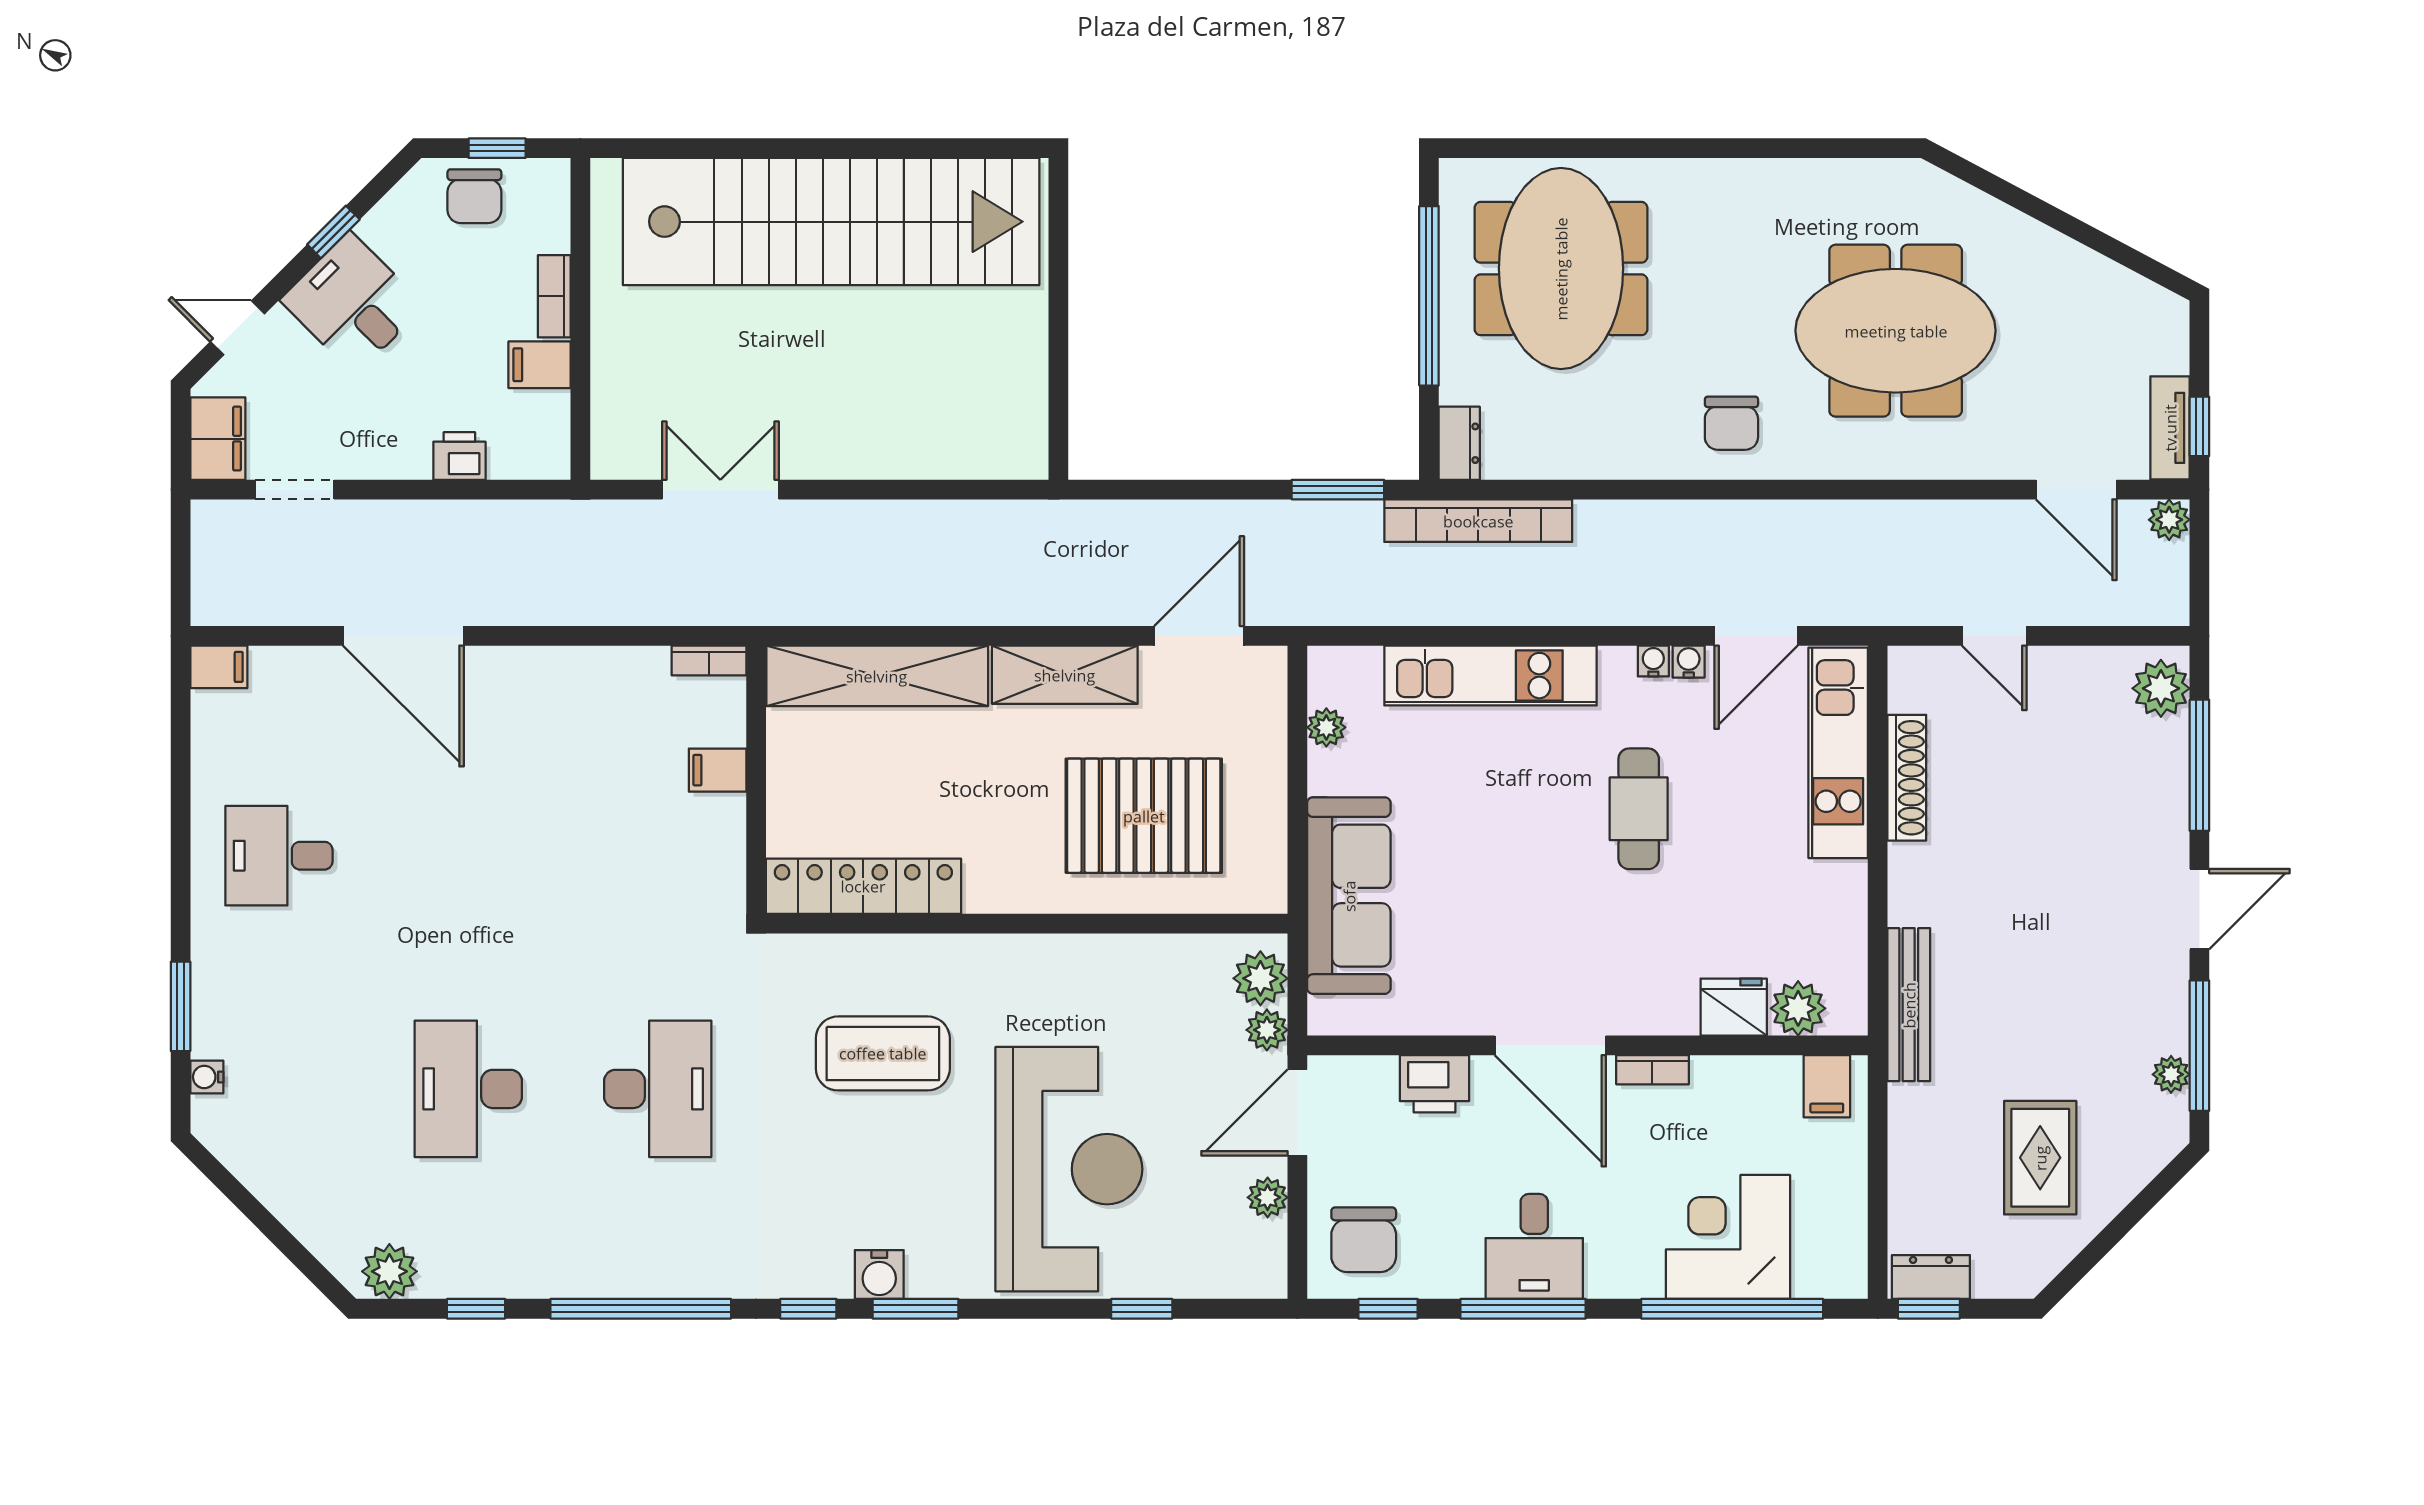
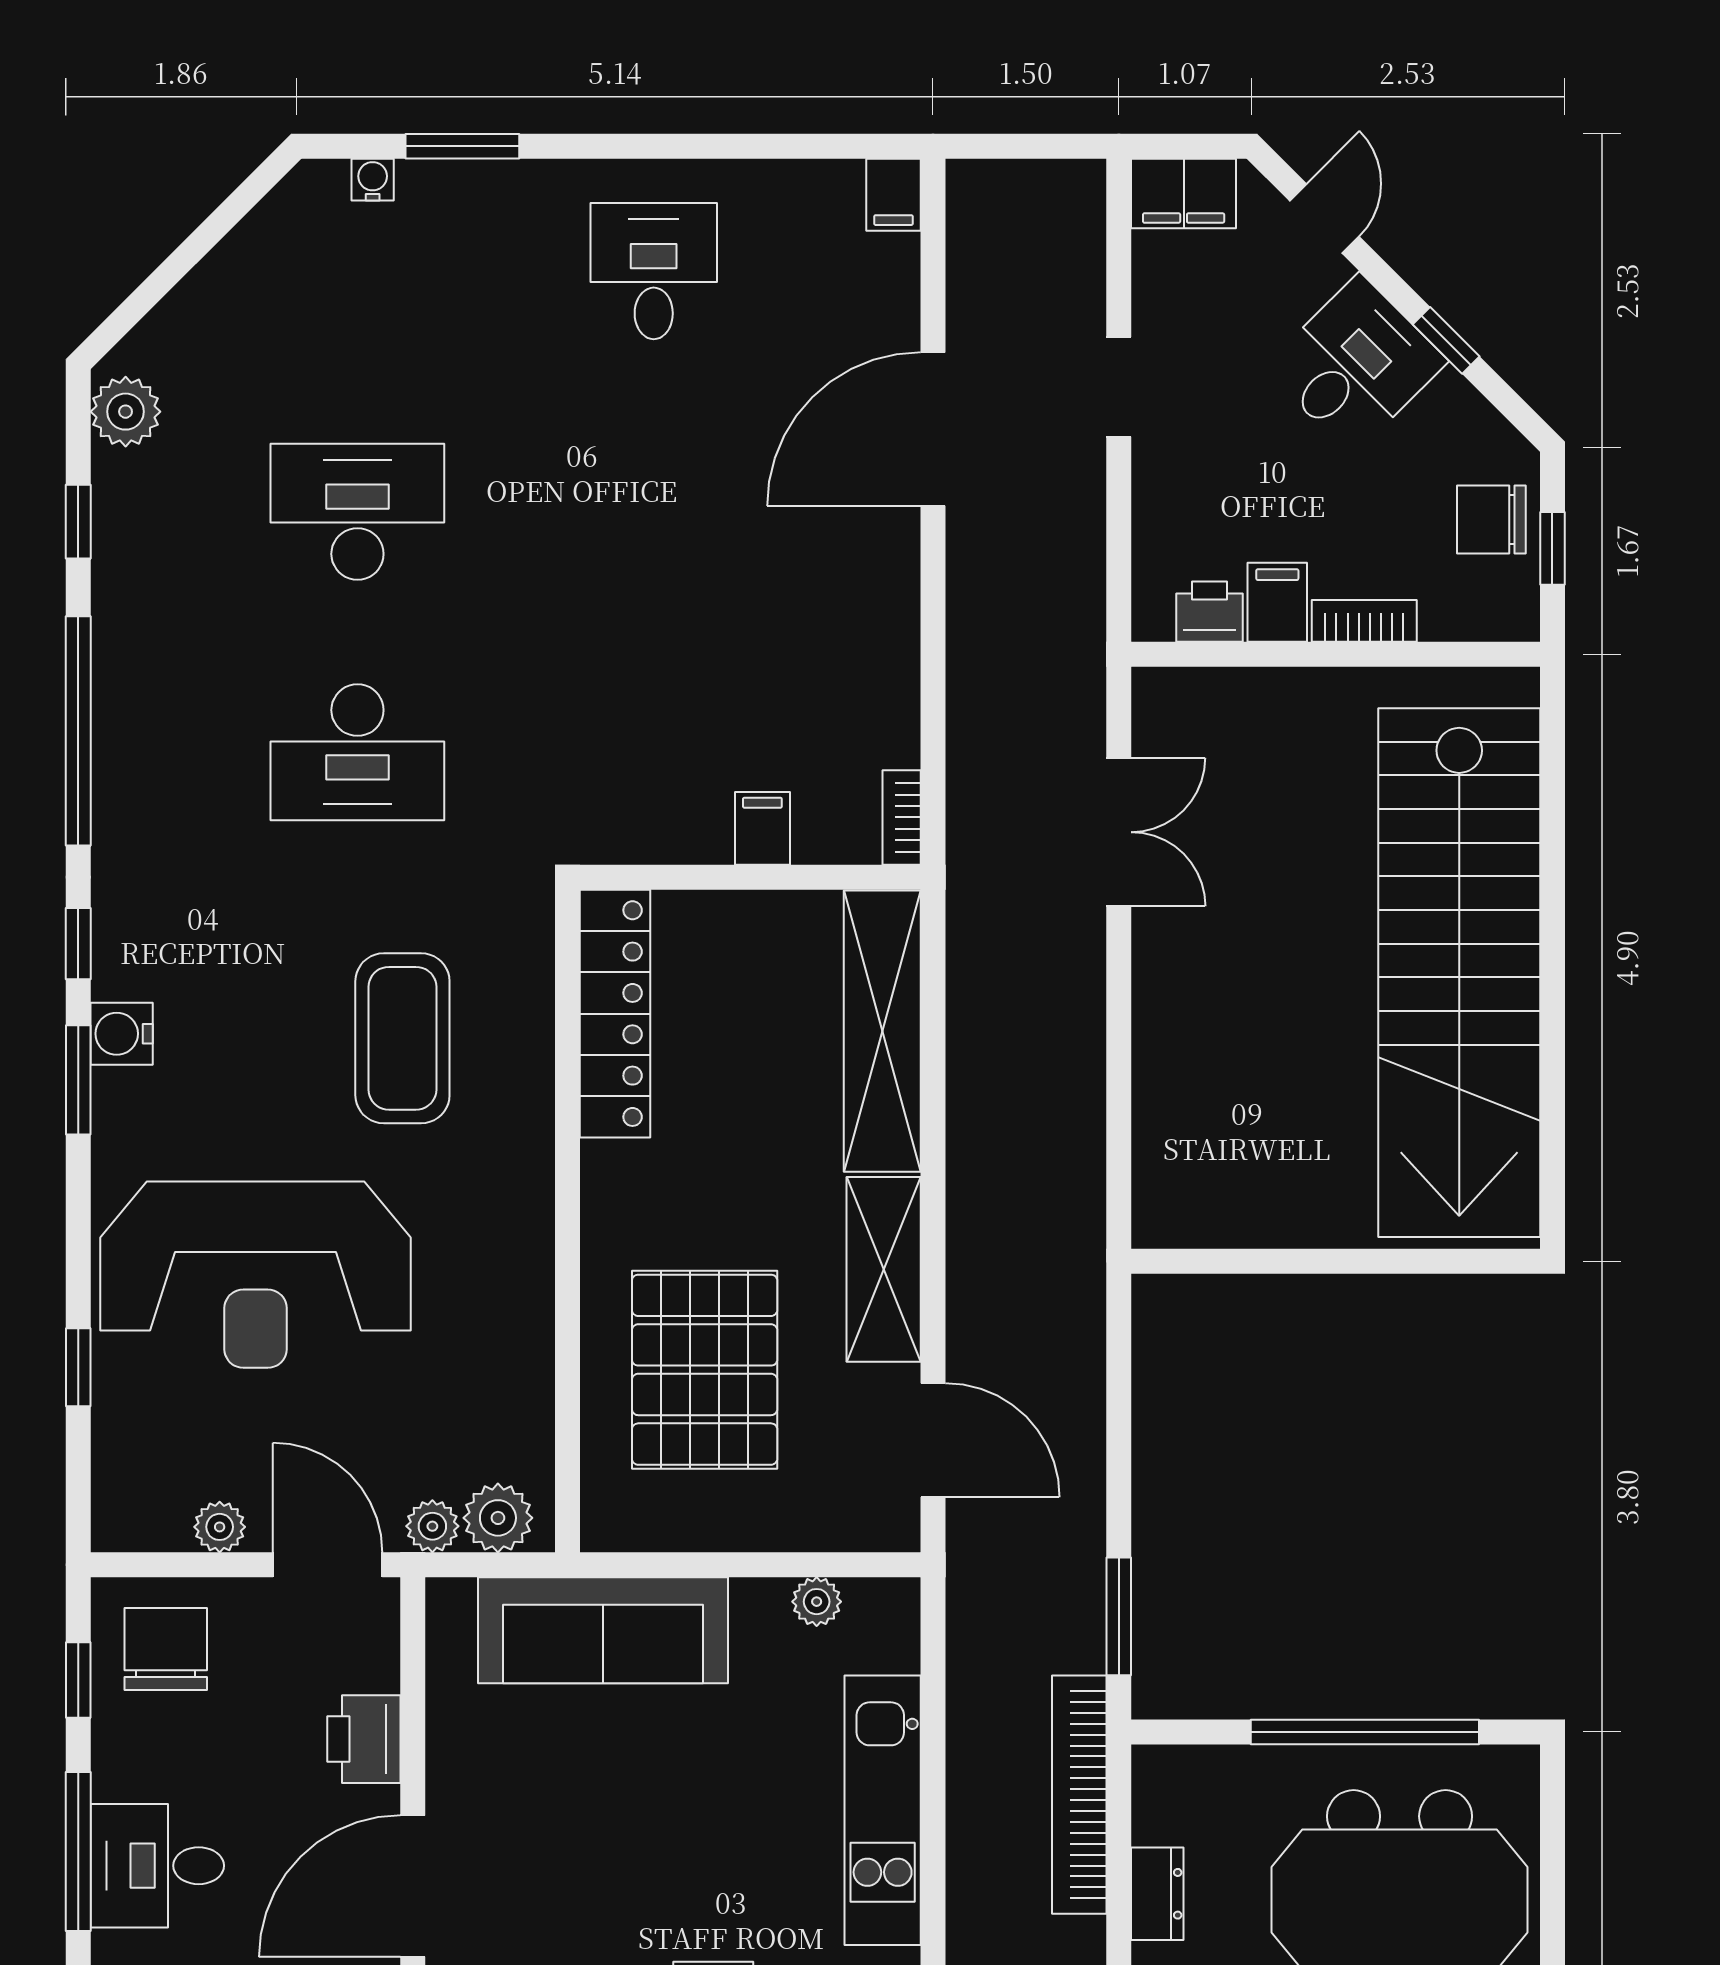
dresser: (1459, 443) -> (1157, 1894), moved, turned -90
printer: (459, 456) -> (1210, 612), moved, turned -90
doorway: (295, 490) -> (1119, 387), moved
chair: (1364, 1240) -> (166, 1649), turned 90

